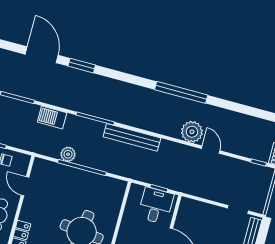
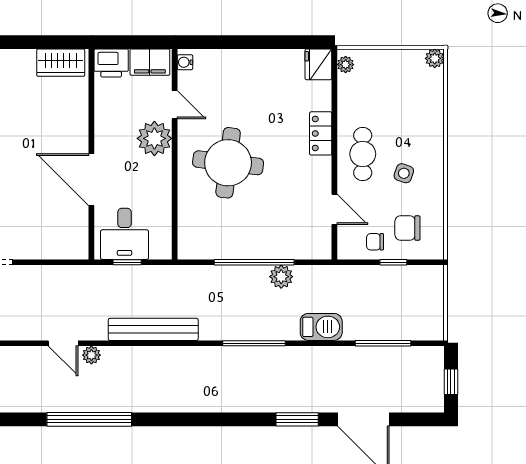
window: (181, 92) -> (89, 419), moved
plant: (192, 132) -> (91, 355), width x0.53, depth x0.53
bench: (132, 137) -> (153, 329), moved

